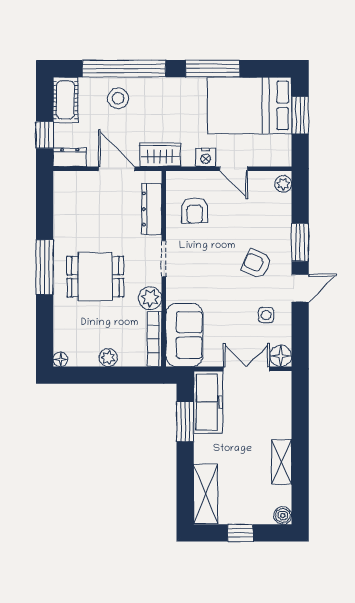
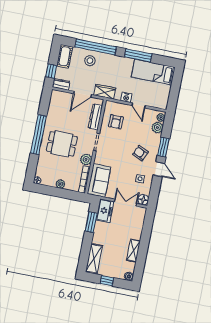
bed: (250, 105) -> (153, 72), width x0.67
window: (300, 115) -> (176, 86), removed
door: (117, 169) -> (82, 94), swing flipped
plant: (280, 205) -> (157, 128), added
window: (45, 267) -> (38, 135), width x1.46
door: (300, 288) -> (159, 169), hinge flipped
freezer: (208, 402) -> (105, 211), width x0.71

